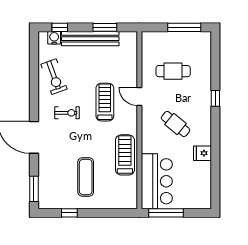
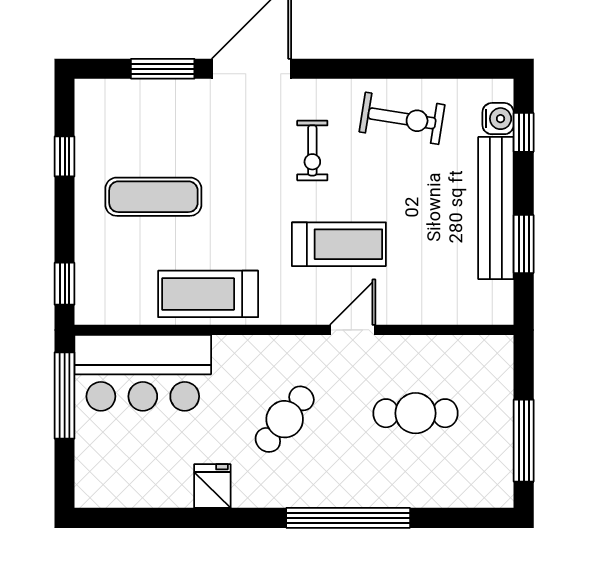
cafe table: (173, 71) -> (416, 413), turned 90
exercise bike: (54, 77) -> (402, 118), turned -151
window: (215, 98) -> (348, 518), width x3.17
treadmill: (125, 155) -> (208, 294), turned 180
window: (34, 189) -> (163, 69), moved
window: (121, 213) -> (65, 284), added

